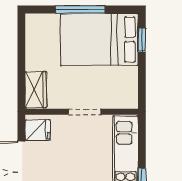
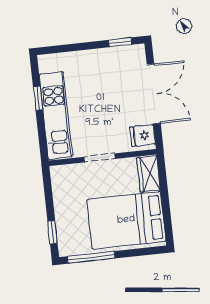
window: (80, 9) -> (91, 257), moved
bed: (99, 39) -> (126, 220), moved, turned 180

